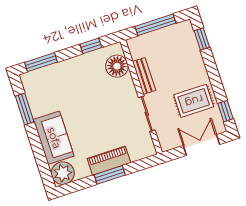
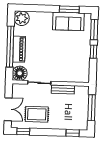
window: (91, 46) -> (93, 52), moved
floor lamp: (117, 66) -> (20, 73), moved
rug: (194, 101) -> (37, 114), turned 90
sofa: (54, 138) -> (68, 21), moved
window: (110, 175) -> (10, 47), width x2.11

